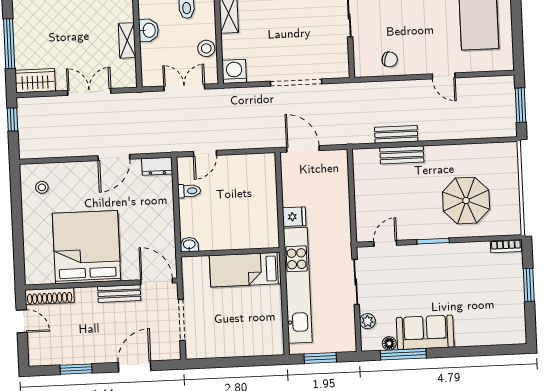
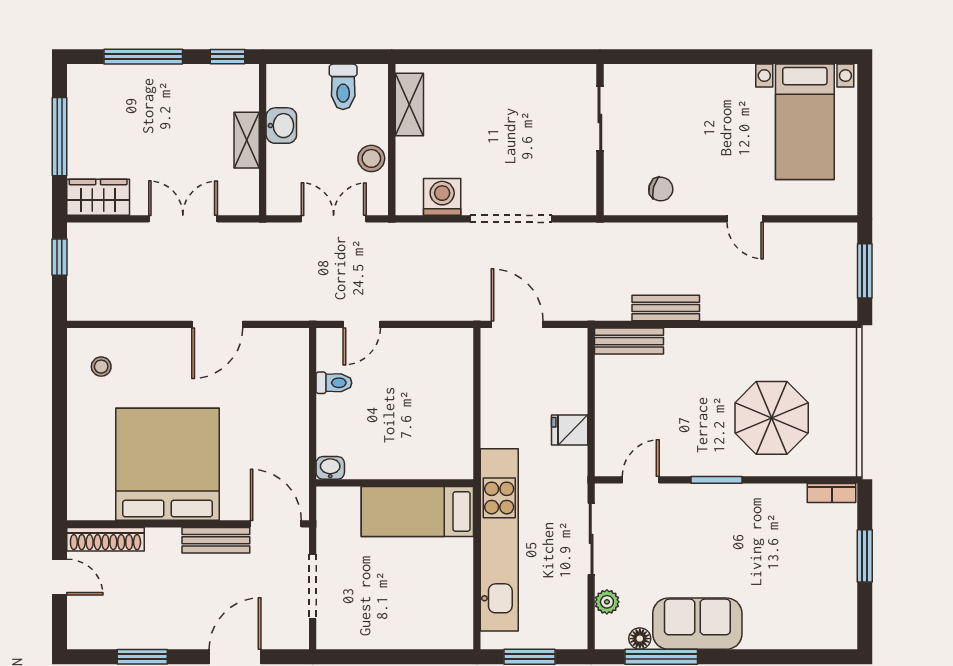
washing machine: (234, 71) -> (442, 197), moved
bench: (402, 155) -> (629, 341), moved
dresser: (157, 166) -> (285, 341), removed
fridge: (294, 217) -> (570, 430), moved, turned 180

